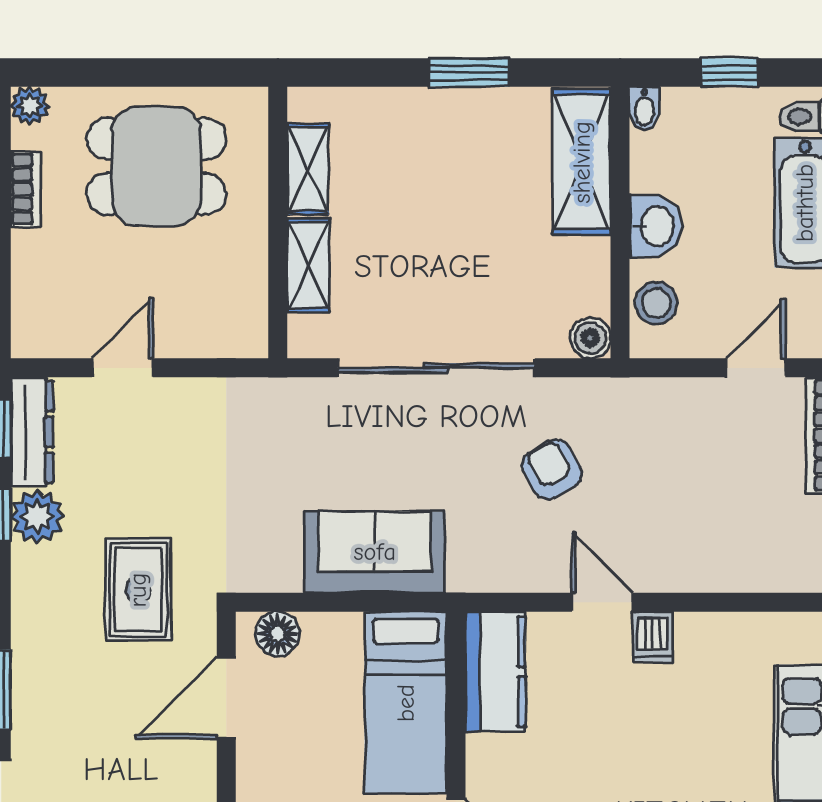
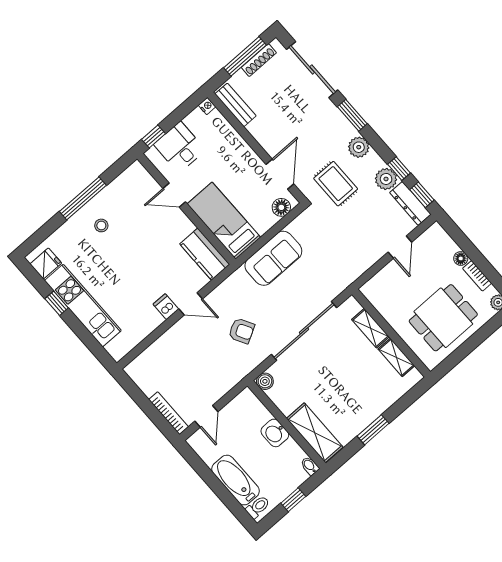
floor lamp: (28, 248) -> (461, 258), added
stool: (656, 303) -> (254, 410), removed
plant: (36, 620) -> (359, 147), added

